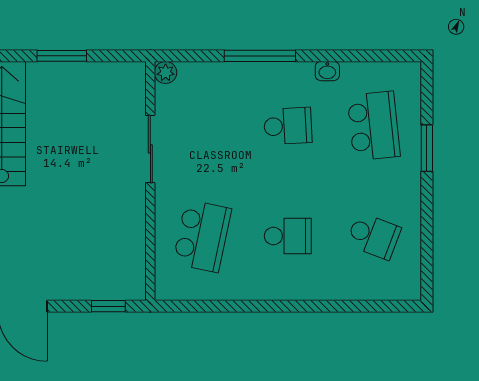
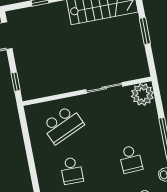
plant: (166, 72) -> (142, 94), width x1.88, depth x1.88
school desk: (202, 236) -> (63, 125), turned -36

